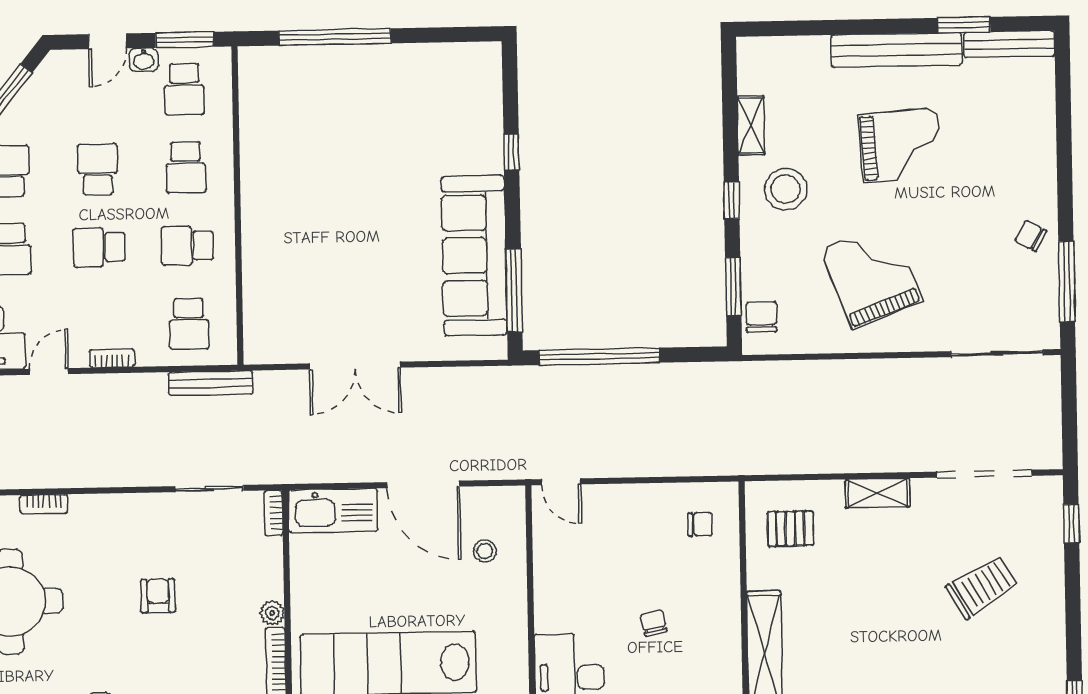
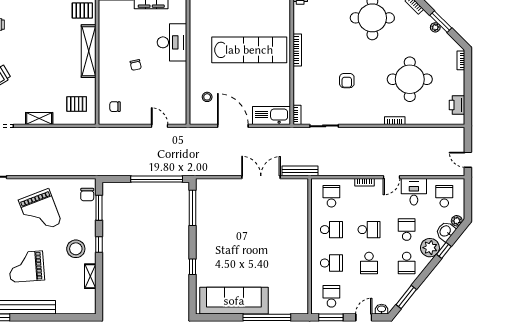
washbasin: (144, 60) -> (382, 309), moved
school desk: (186, 167) -> (331, 263), turned 90
sofa: (474, 255) -> (234, 301), moved, turned -90
bench: (211, 383) -> (300, 171), moved
door: (561, 482) -> (160, 126), moved
plant: (272, 613) -> (298, 72), removed

